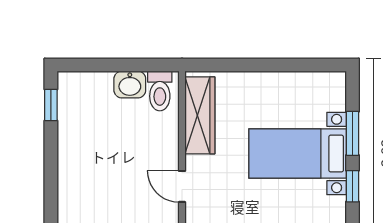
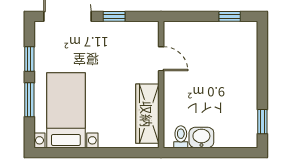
toilet: (160, 91) -> (181, 137), width x0.73, depth x0.72
bed with nightstands: (298, 153) -> (66, 110), moved, turned -90

